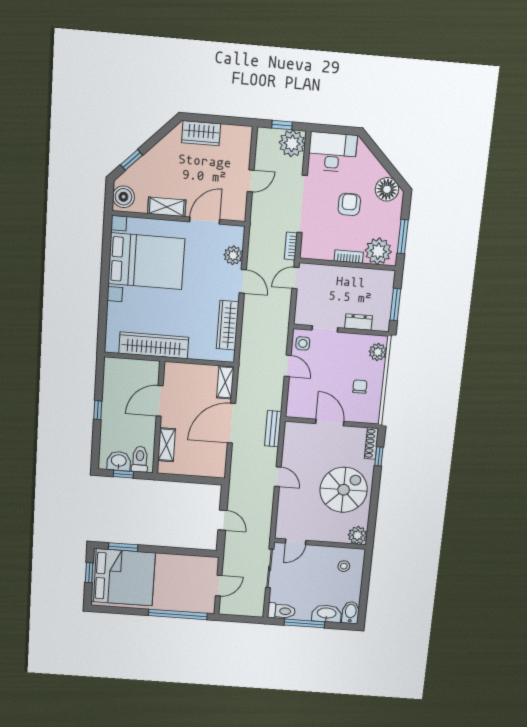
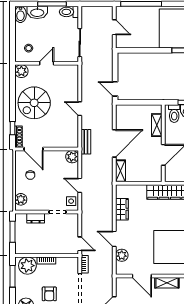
door: (205, 221) -> (142, 276), hinge flipped
door: (296, 278) -> (80, 244), hinge flipped
wardrobe: (228, 325) -> (122, 209), width x0.67
plant: (295, 409) -> (72, 157), added
door: (330, 422) -> (34, 149), moved
door: (223, 520) -> (115, 89), moved
door: (296, 542) -> (47, 63), moved
door: (219, 586) -> (114, 27), swing flipped

